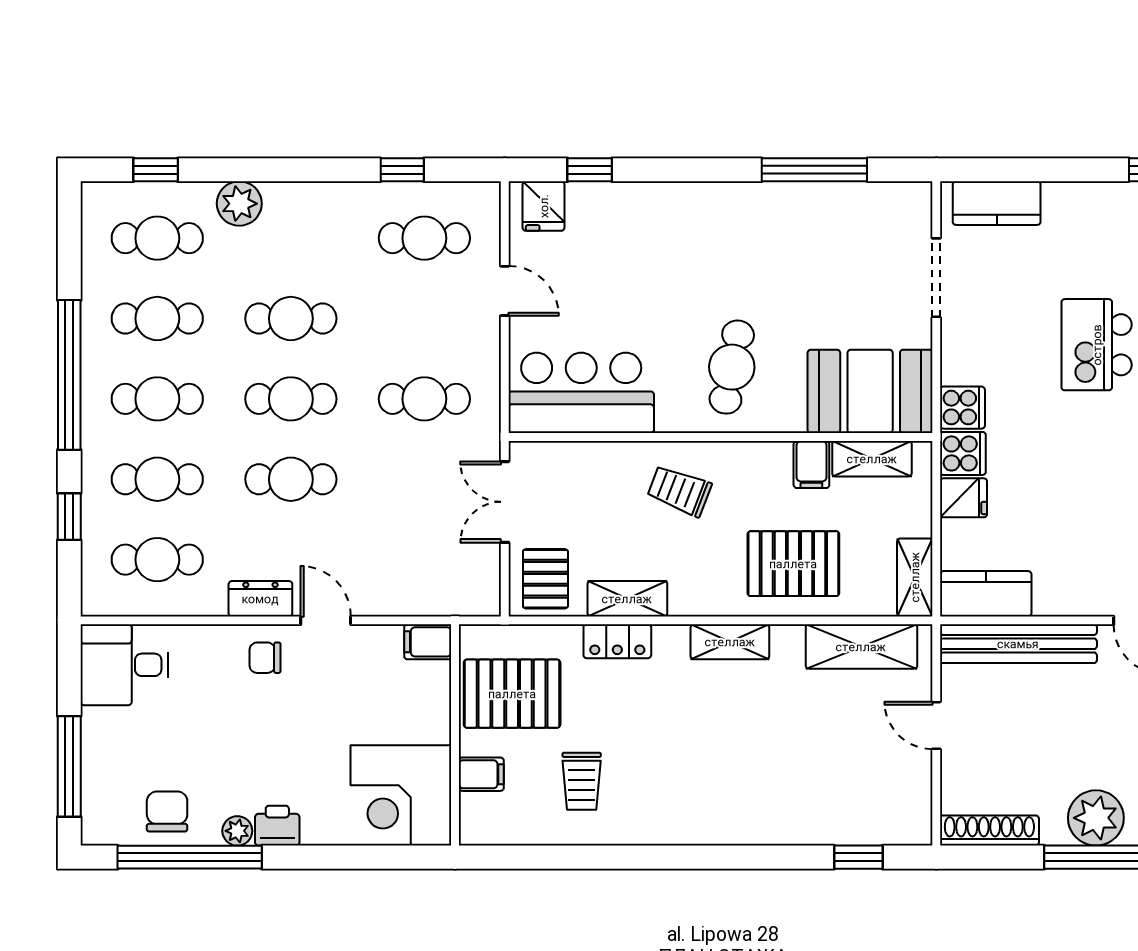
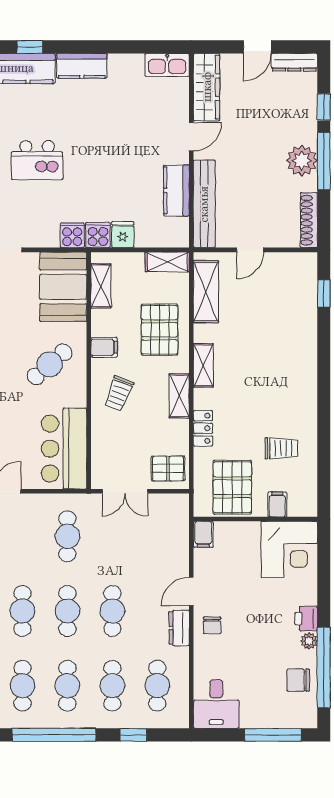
cafe table: (732, 367) -> (50, 364), turned -52
filing cabinet: (811, 465) -> (104, 347), moved
kitchen counter: (986, 594) -> (176, 190), moved
shelving: (627, 599) -> (179, 396), moved

